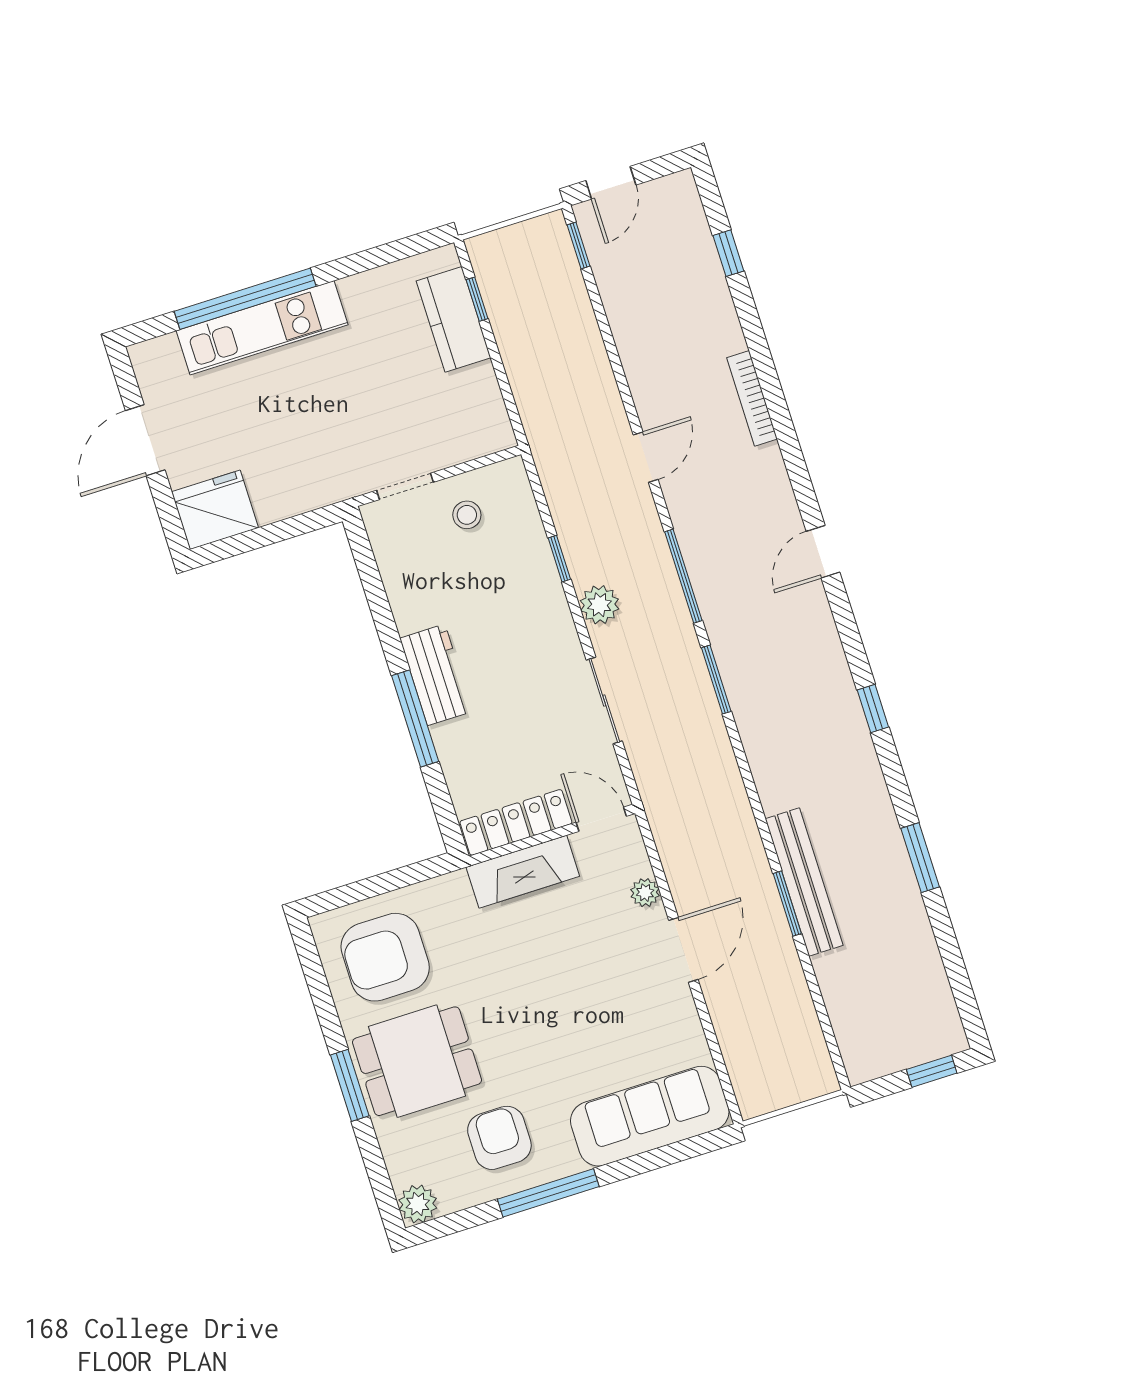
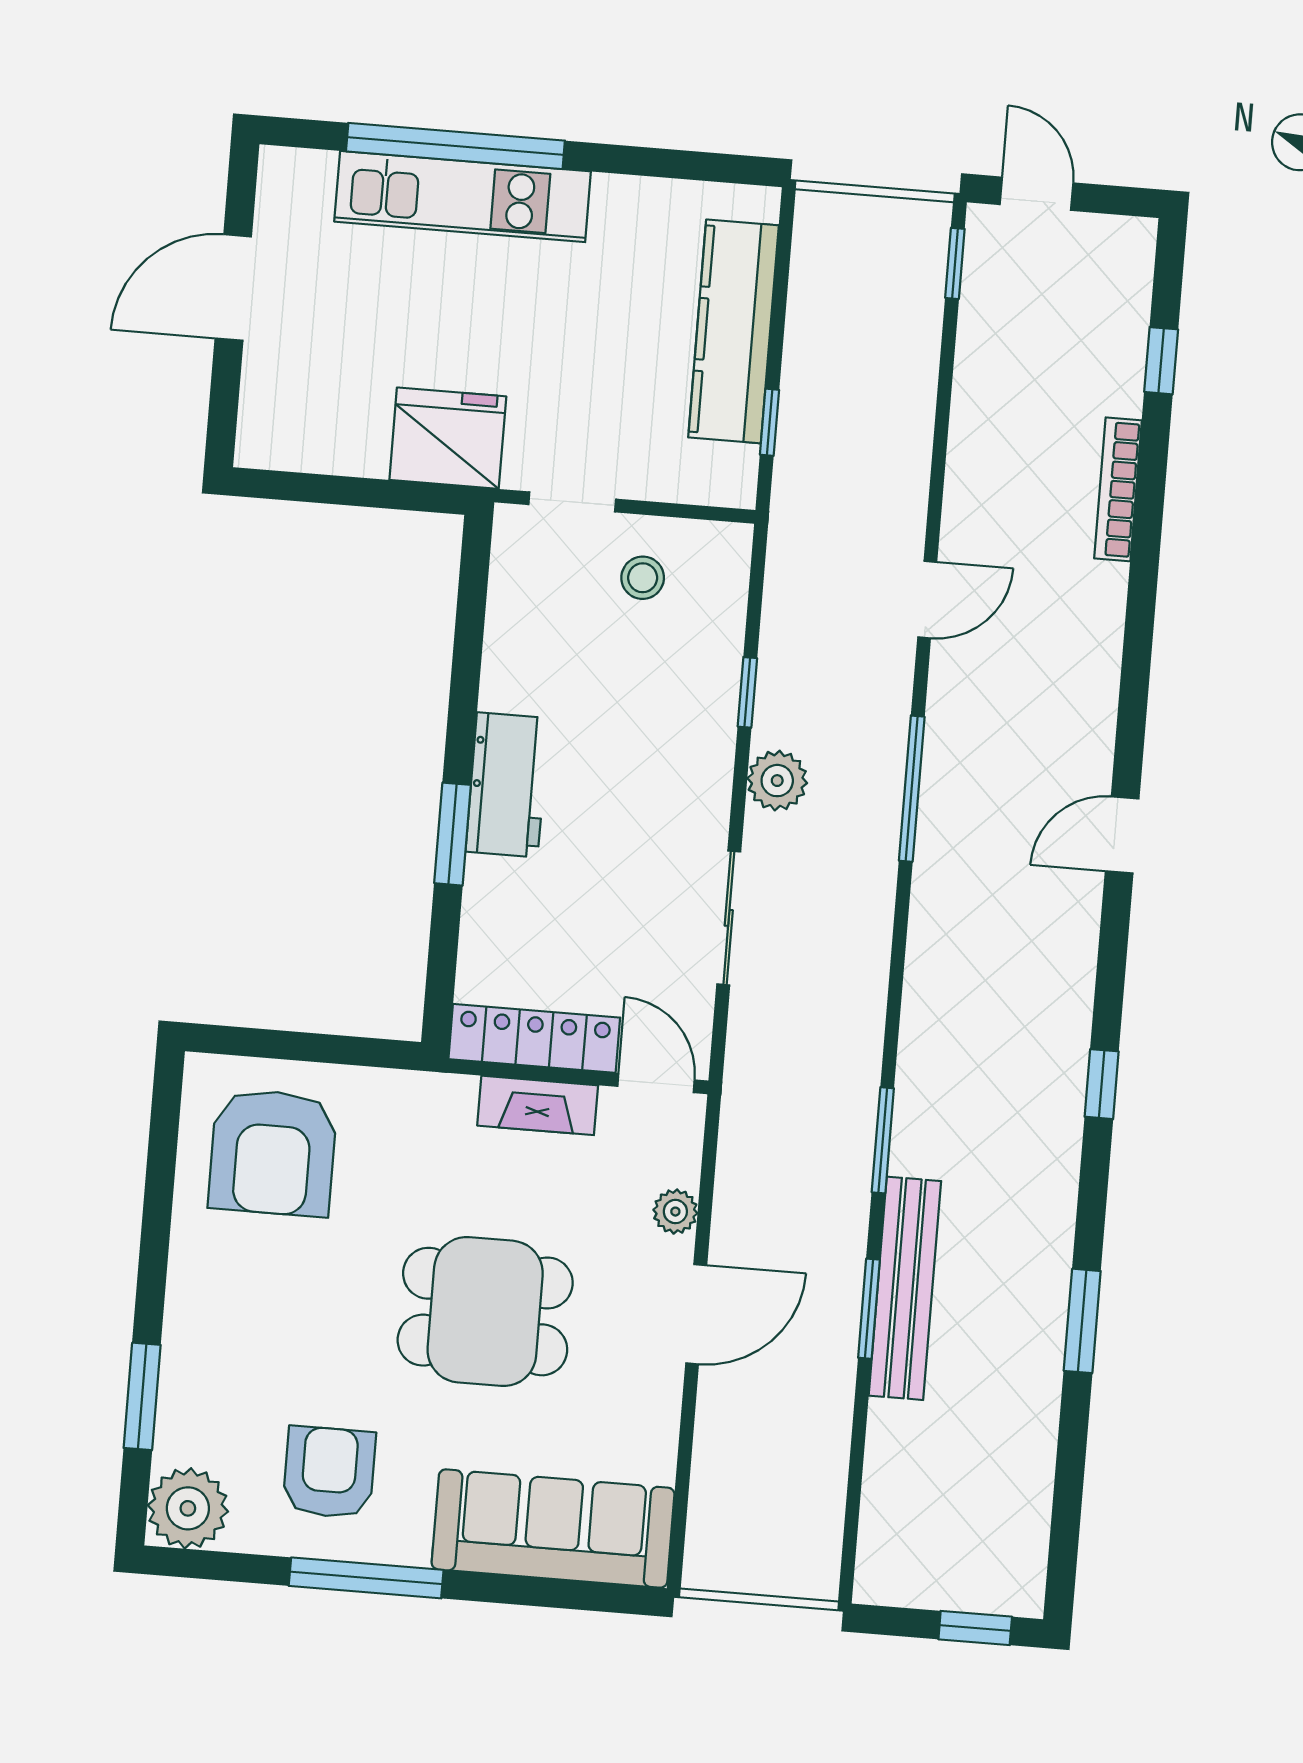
door: (611, 183) -> (1036, 194), swing flipped
window: (477, 299) -> (770, 422), moved
kitchen counter: (453, 319) -> (734, 331), width x1.50
bookcase: (752, 398) -> (1118, 489), moved
fridge: (215, 510) -> (448, 438), moved
window: (716, 680) -> (883, 1140), moved
window: (415, 718) -> (453, 834), width x0.69
fireplace: (523, 872) -> (538, 1105), width x0.73, depth x0.76
armchair: (385, 957) -> (273, 1152), turned -90
dining table: (417, 1061) -> (485, 1312), moved
window: (350, 1085) -> (142, 1396), moved
plant: (418, 1204) -> (188, 1508), width x1.36, depth x1.36

